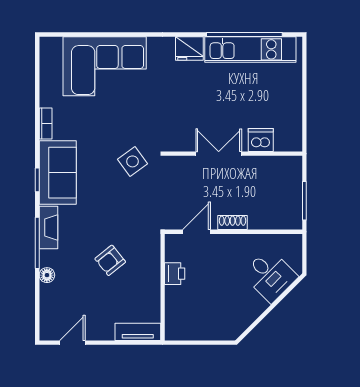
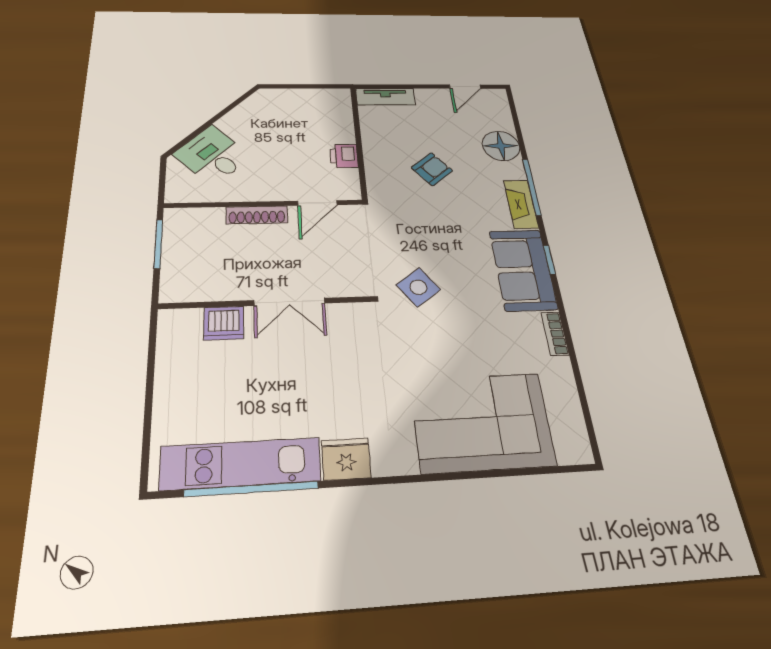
shoe rack: (233, 223) -> (257, 215), width x1.43
floor lamp: (47, 275) -> (501, 146), width x1.89, depth x1.89

